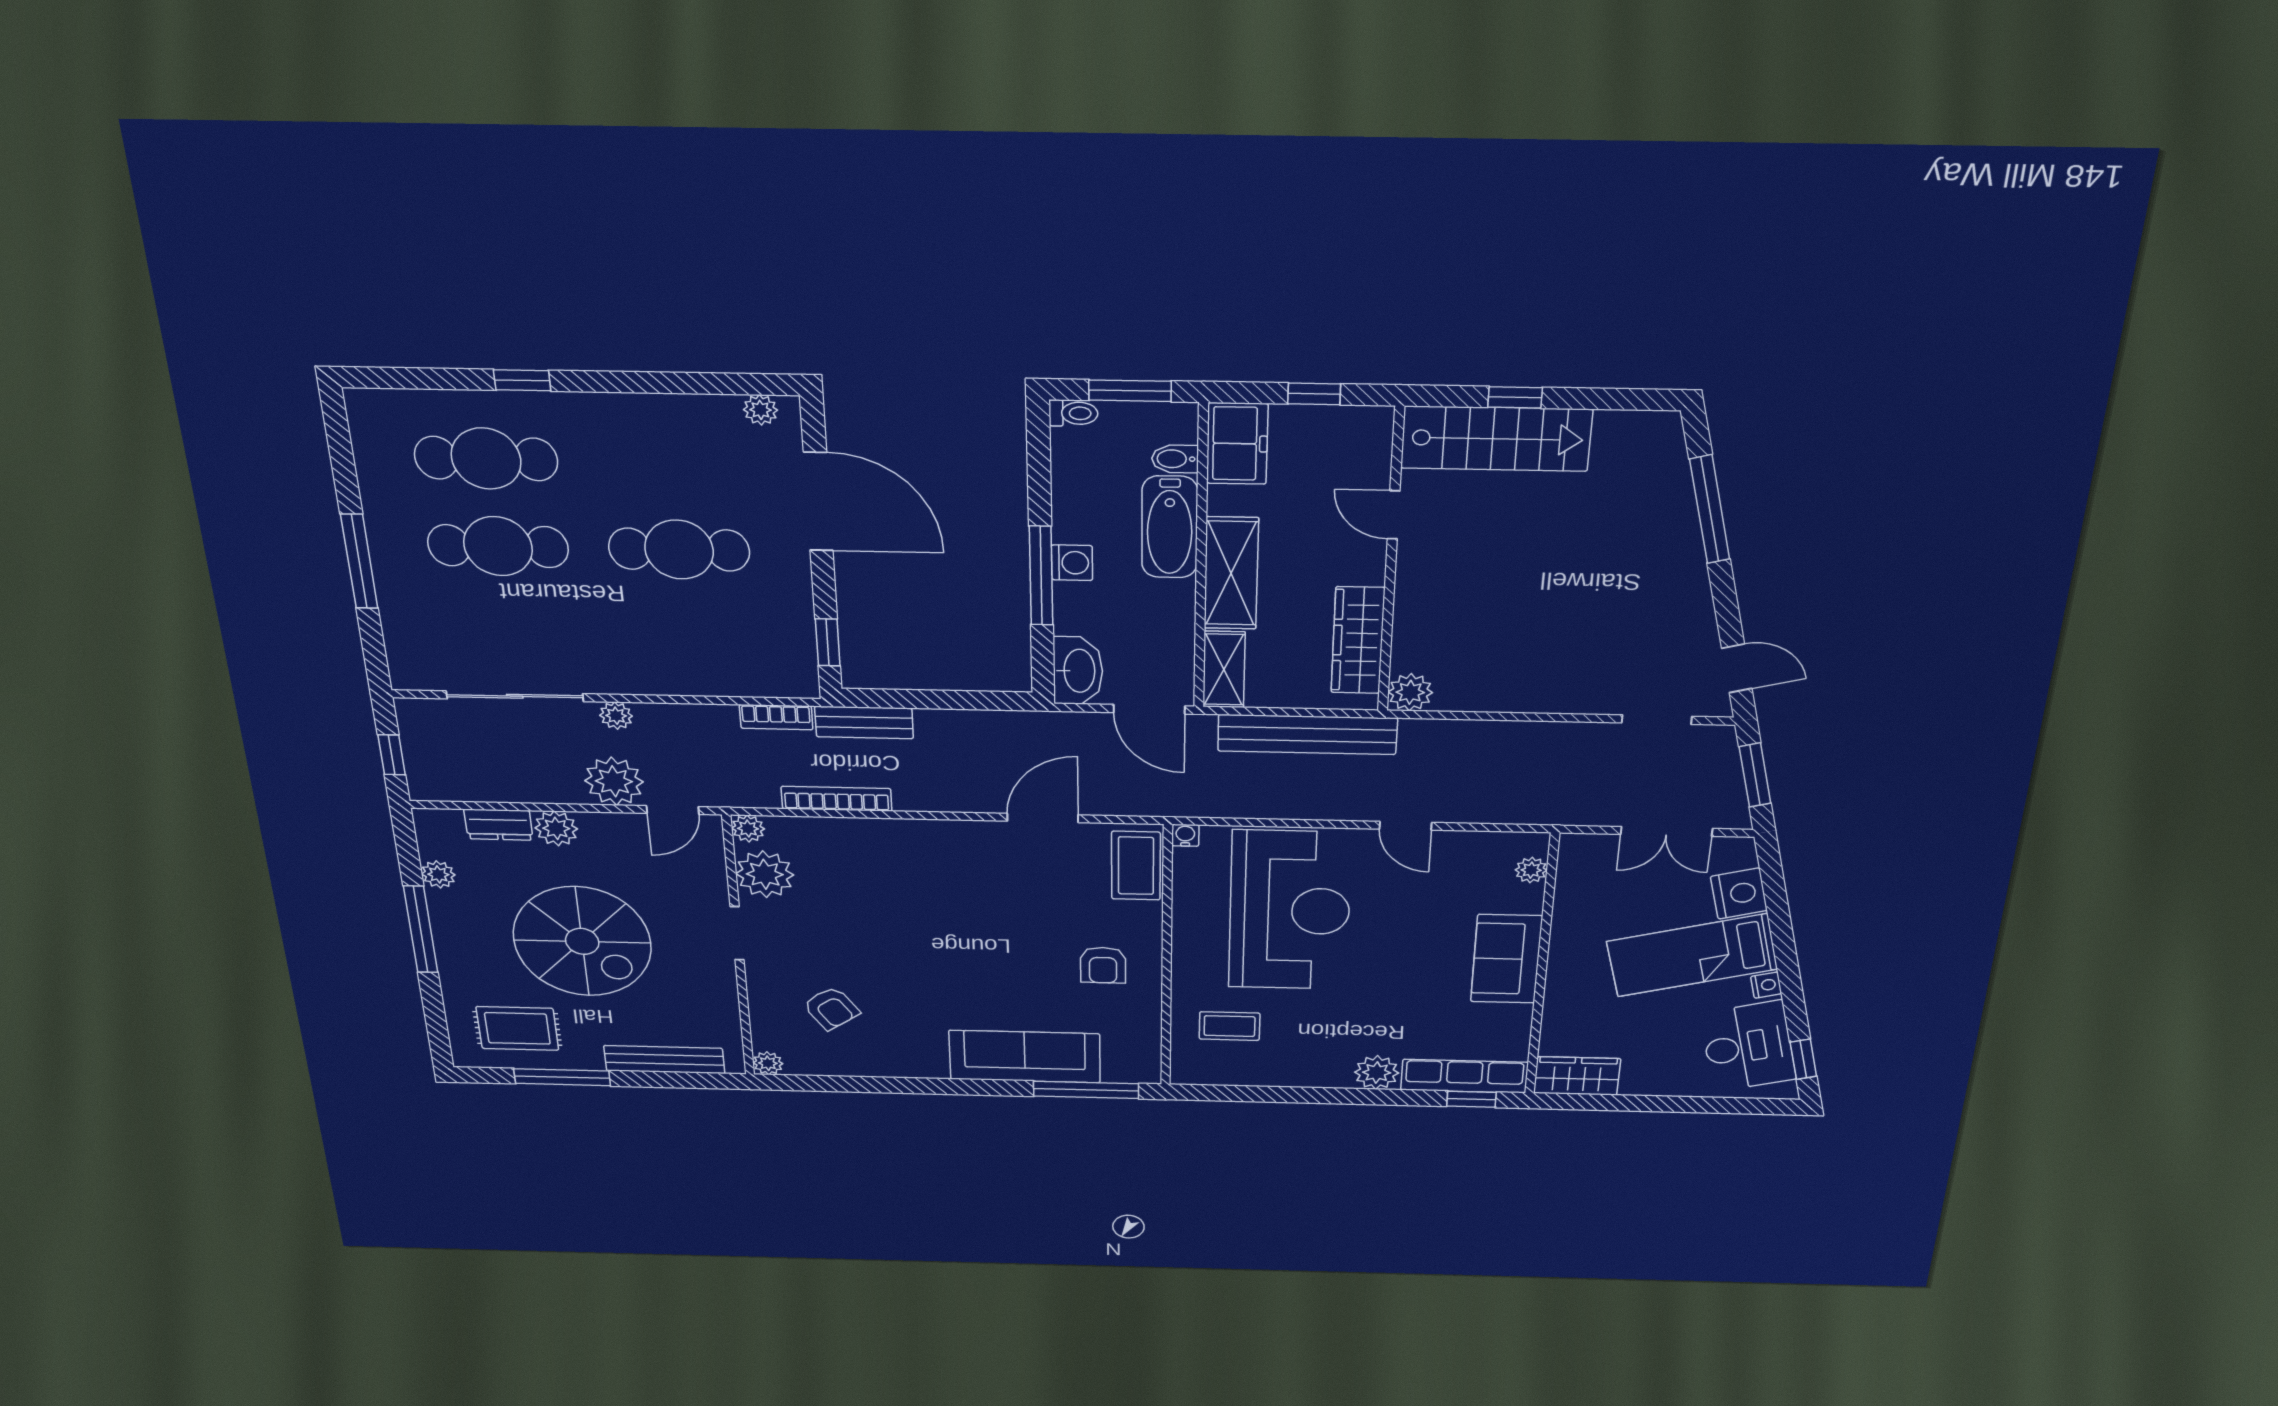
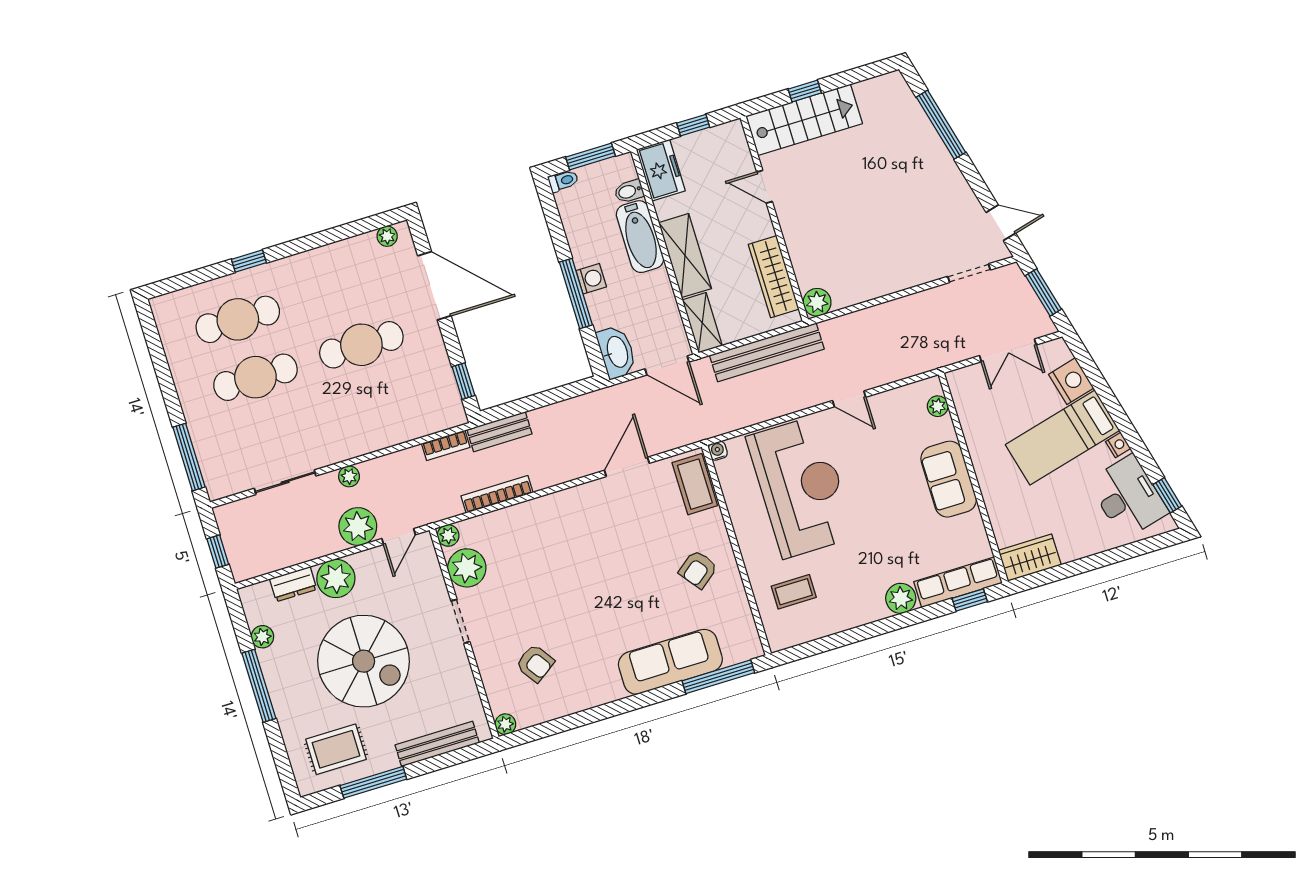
window: (359, 561) -> (189, 457), moved
sliding door: (515, 696) -> (285, 482), width x0.73
plant: (556, 828) -> (336, 579), width x1.36, depth x1.36
armchair: (1103, 965) -> (698, 569), turned 52

